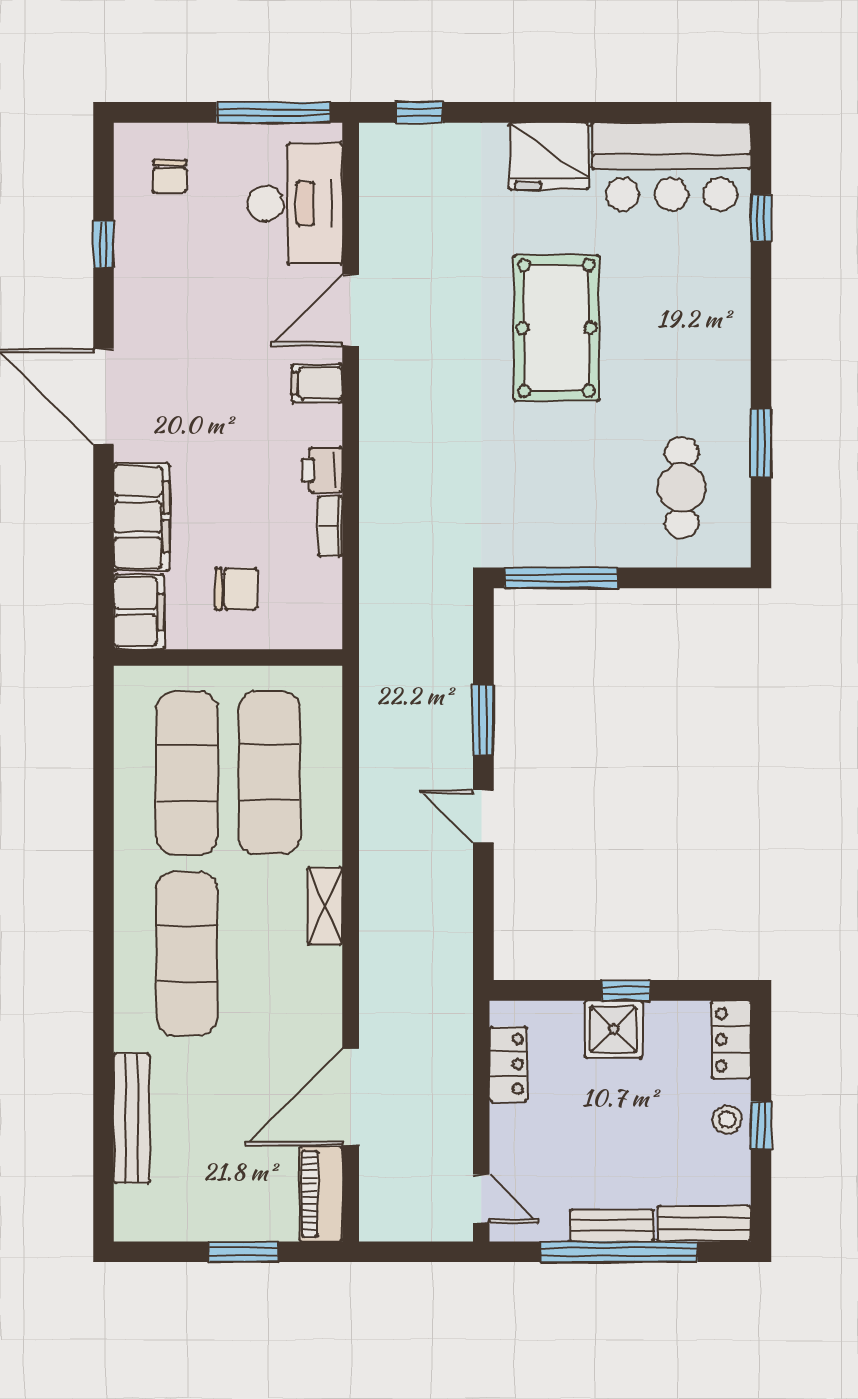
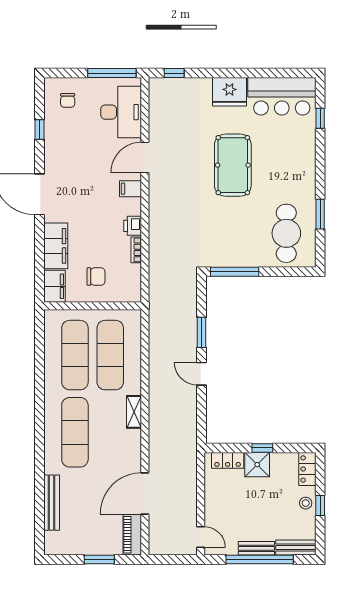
cafe table: (682, 488) -> (286, 233), width x1.37, depth x1.35
locker: (508, 1064) -> (228, 460), moved, turned 90

